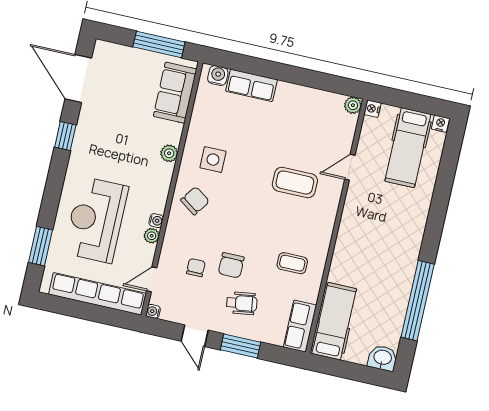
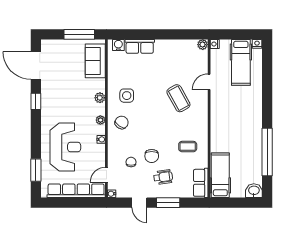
coffee table: (295, 182) -> (178, 98), turned 61
reception desk: (96, 220) -> (65, 147), turned 180
plant: (152, 236) -> (100, 120), moved

